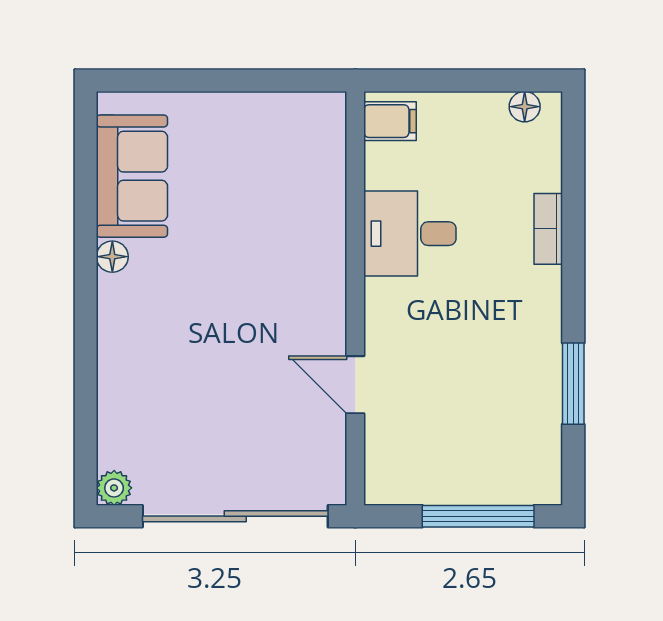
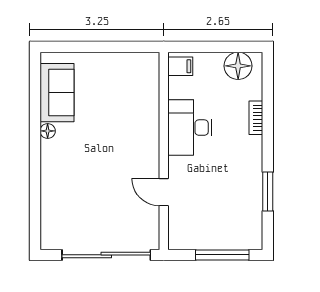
floor lamp: (525, 107) -> (238, 66), width x1.89, depth x1.89
desk: (410, 234) -> (190, 128), width x1.37
plant: (114, 488) -> (48, 241), removed

